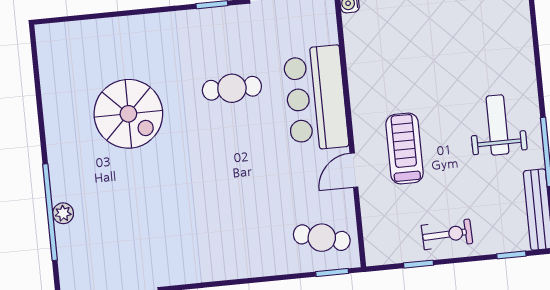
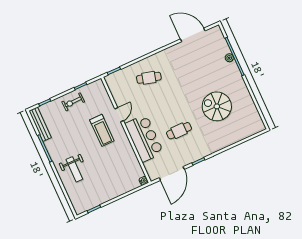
weight bench: (498, 125) -> (74, 169), moved
cafe table: (322, 238) -> (149, 78), moved

